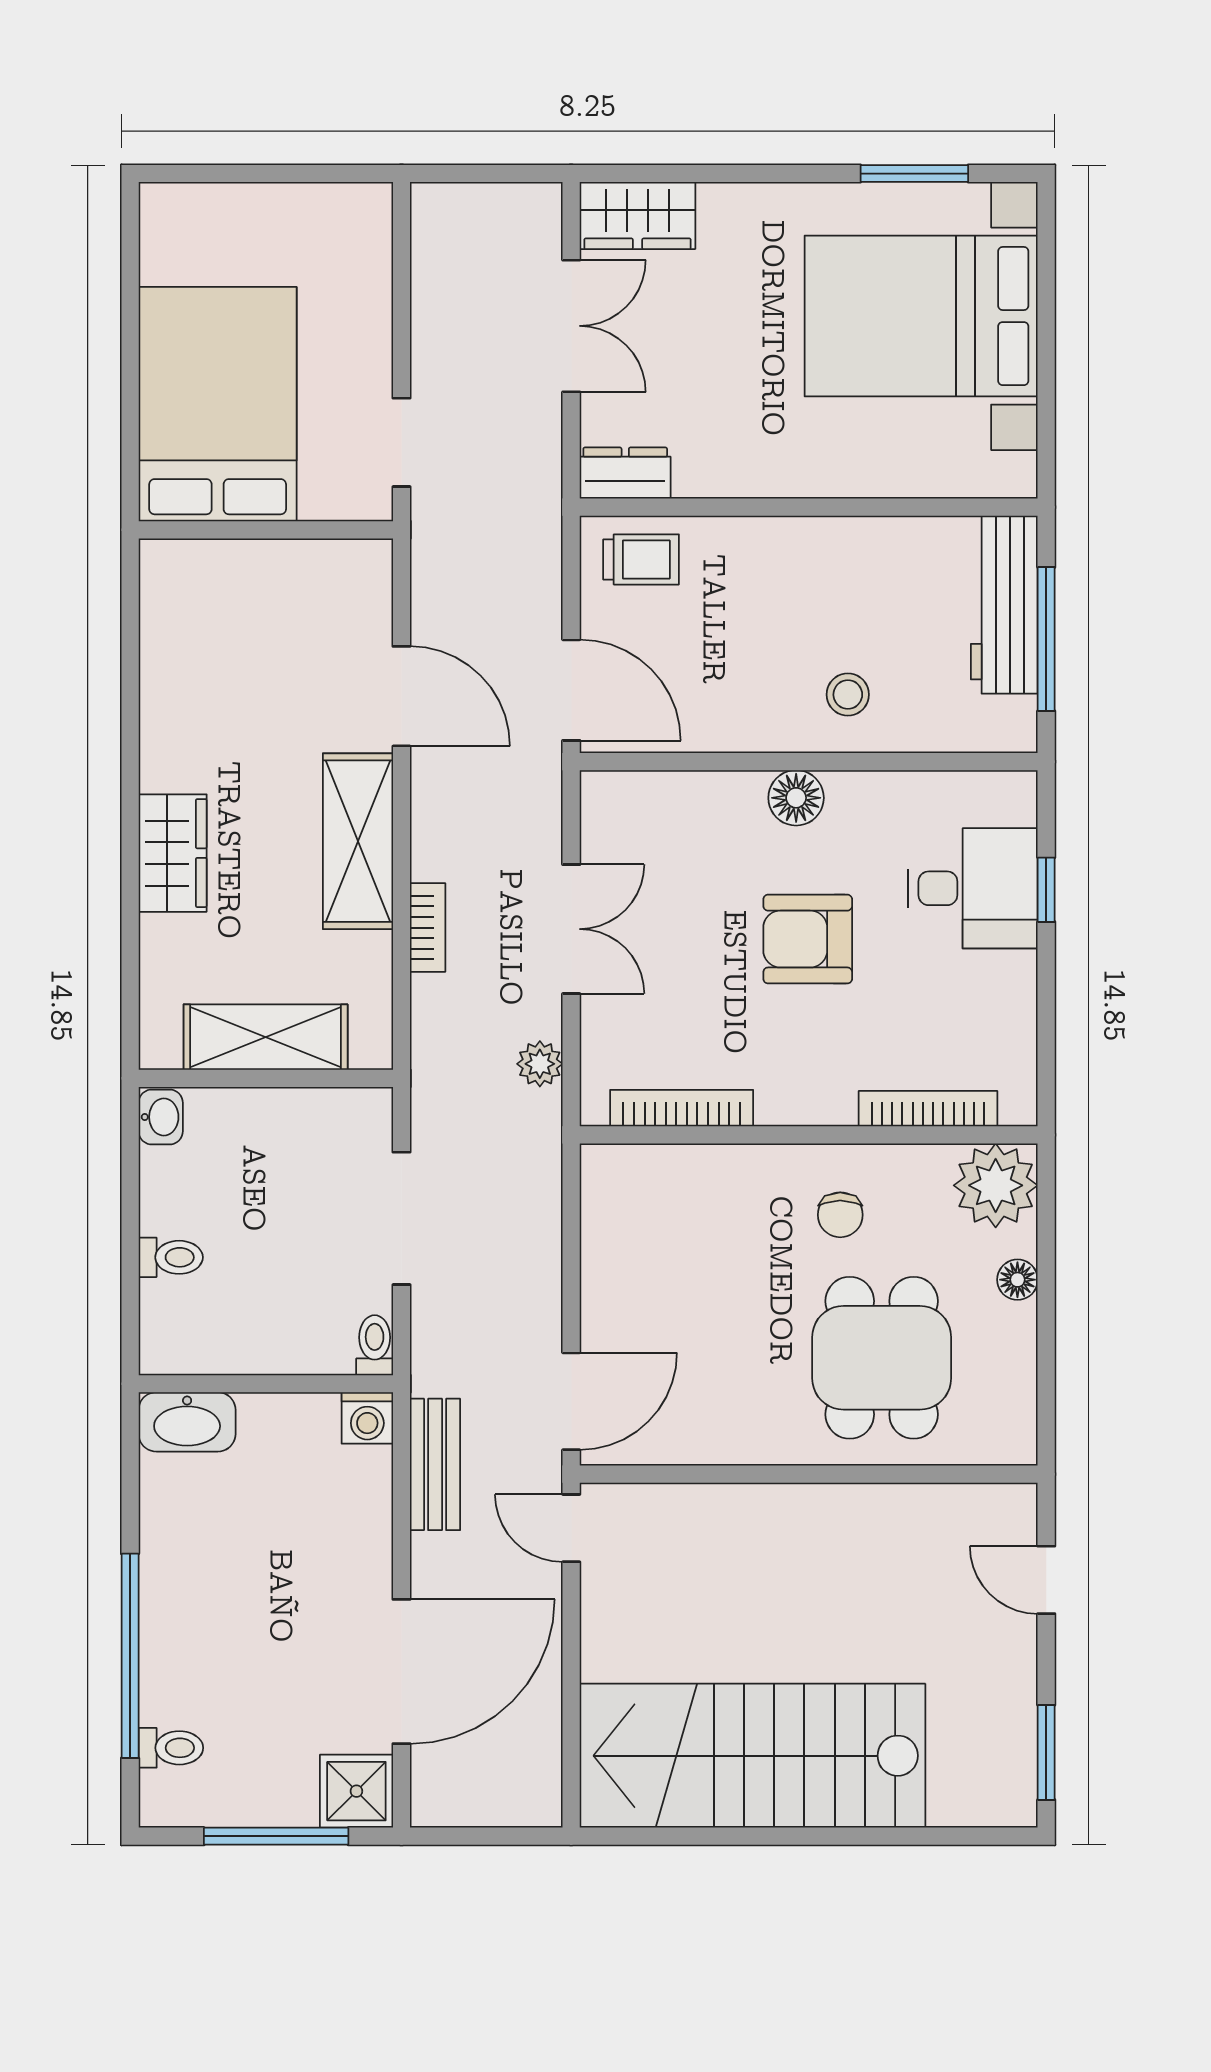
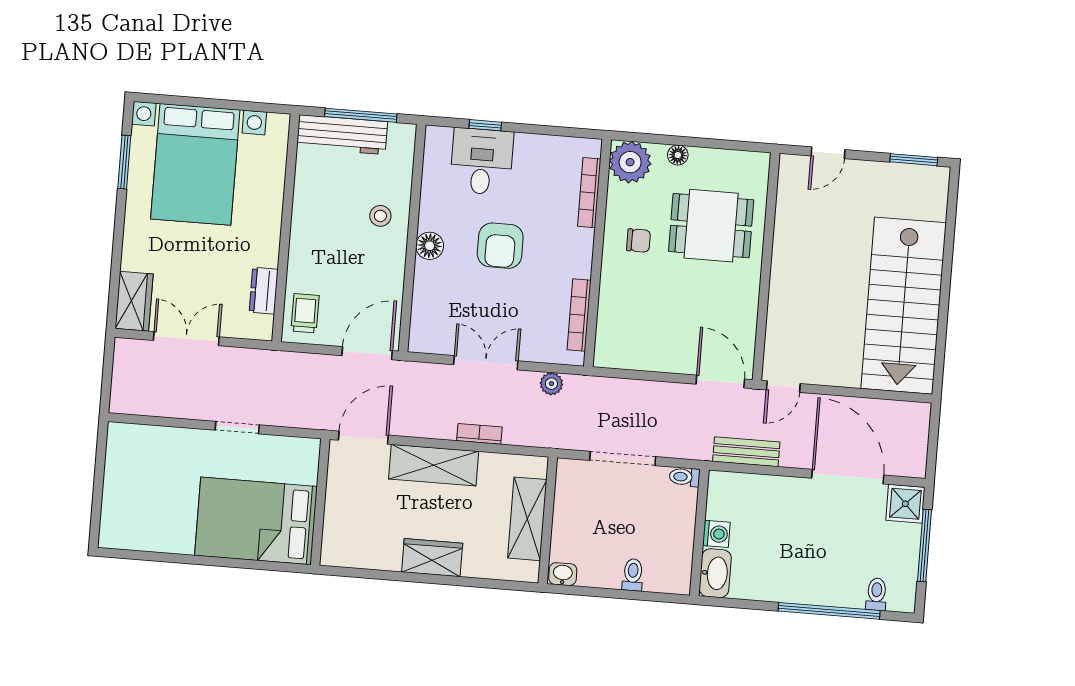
bed: (218, 404) -> (256, 521), moved
dresser: (625, 473) -> (264, 291), moved
wall: (266, 530) -> (320, 502), moved
washing machine: (367, 1418) -> (716, 534), moved

